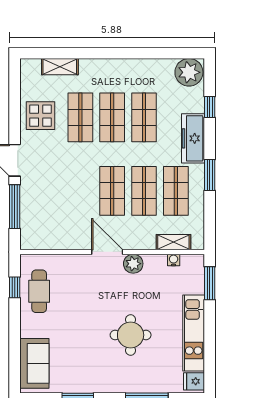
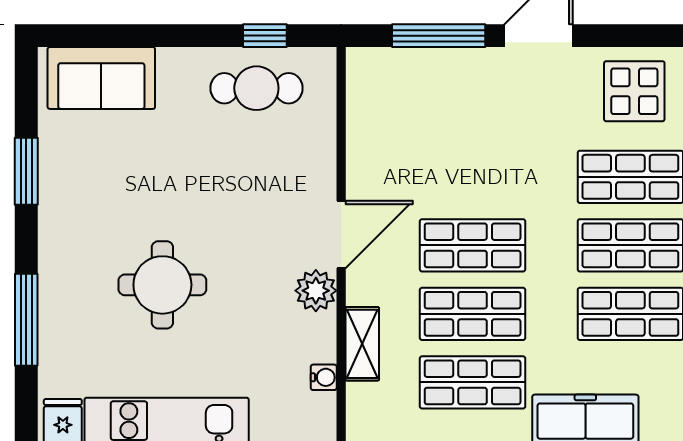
shelving: (173, 242) -> (362, 344), moved

